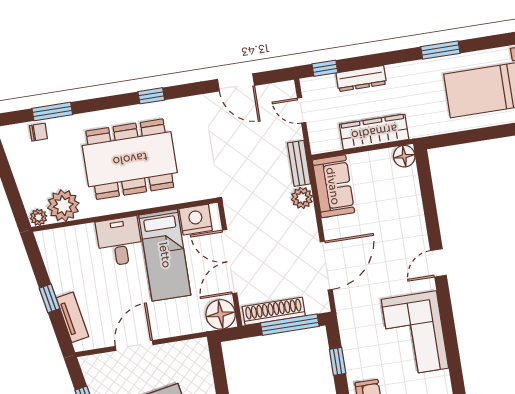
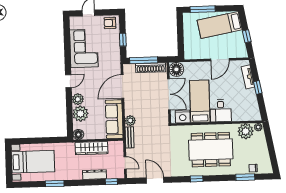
sofa: (333, 186) -> (114, 119), width x1.36
plant: (406, 199) -> (80, 114), added
plant: (414, 228) -> (78, 99), added

